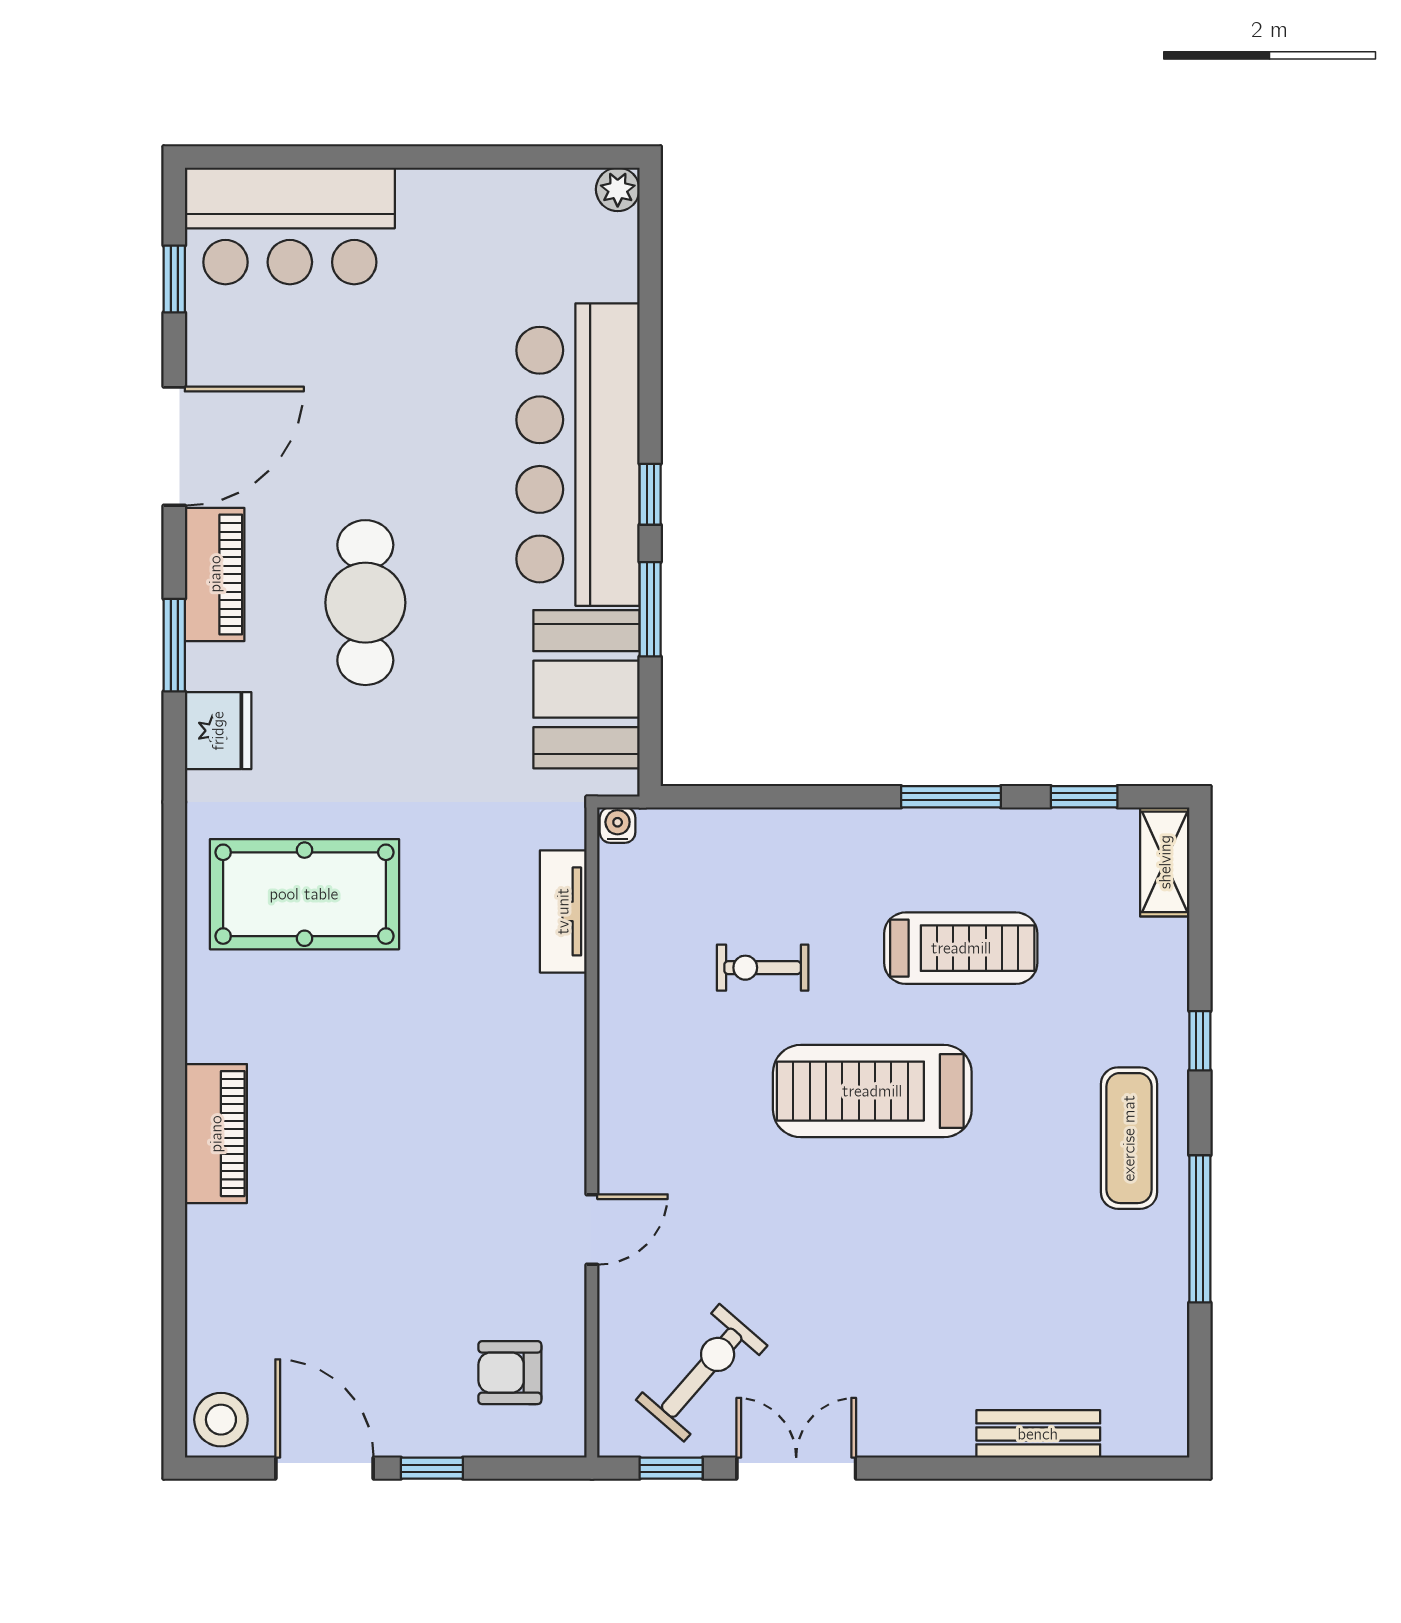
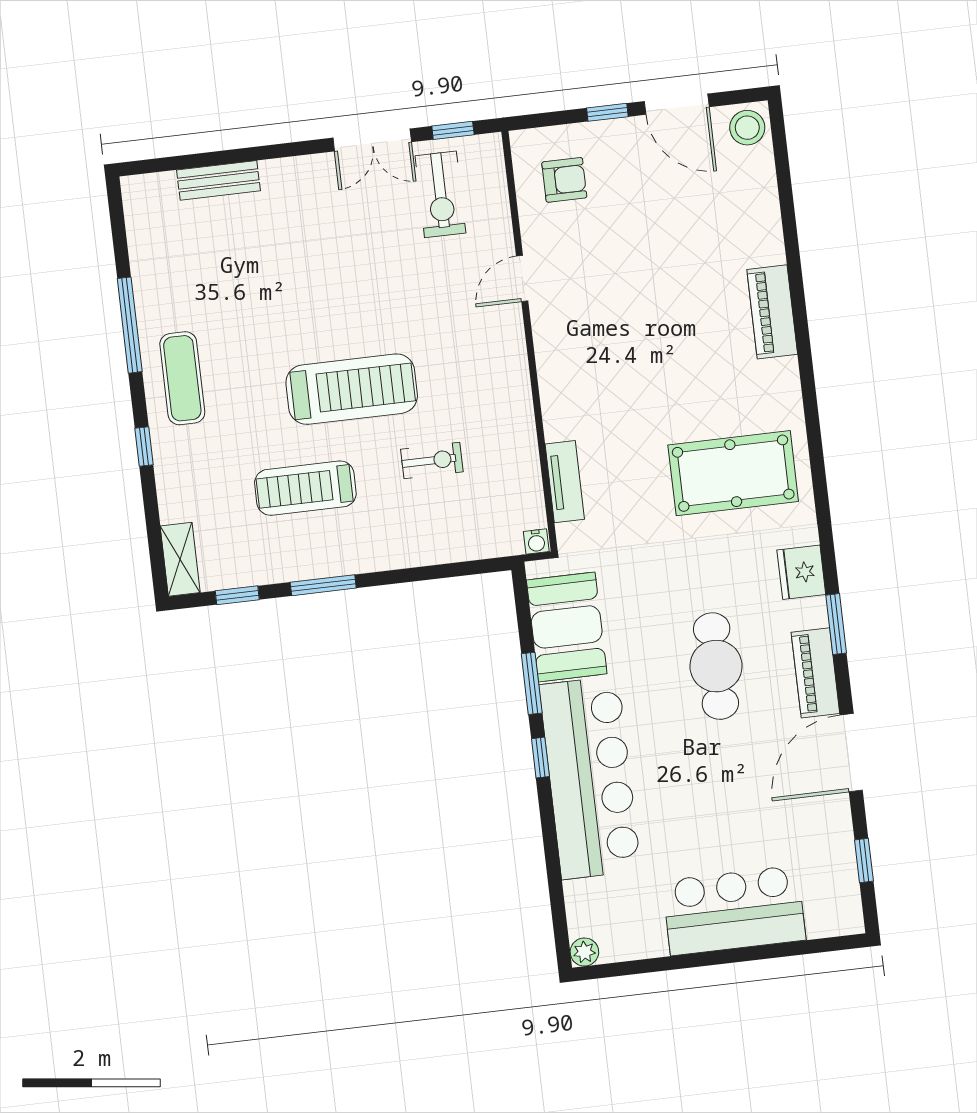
bar counter: (290, 226) -> (734, 911), moved
exercise bike: (702, 1373) -> (440, 194), turned -41

